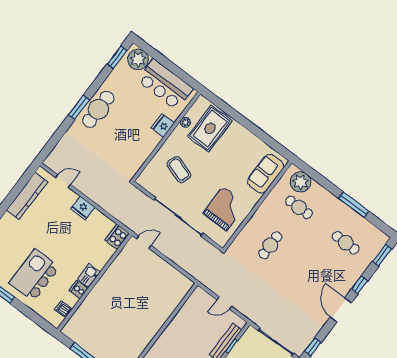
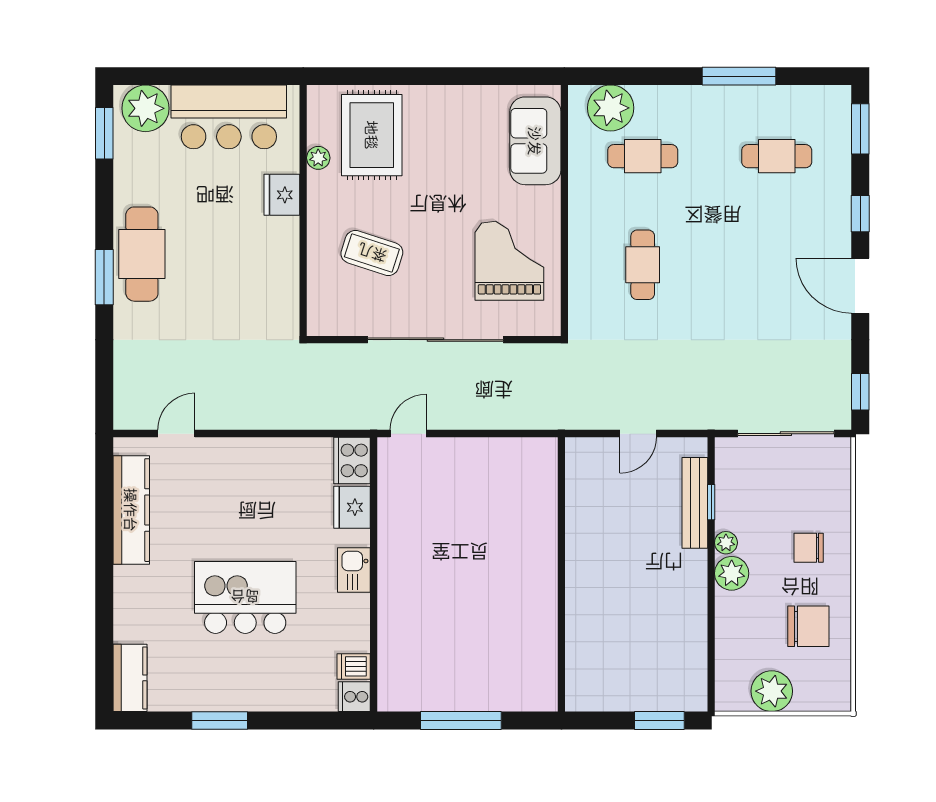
fridge: (83, 208) -> (352, 507), moved, turned 90
kitchen island: (34, 275) -> (245, 597), moved, turned 90
cooker: (79, 290) -> (354, 697), moved

